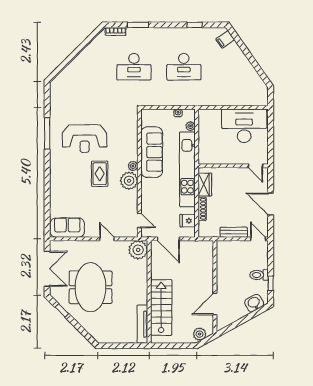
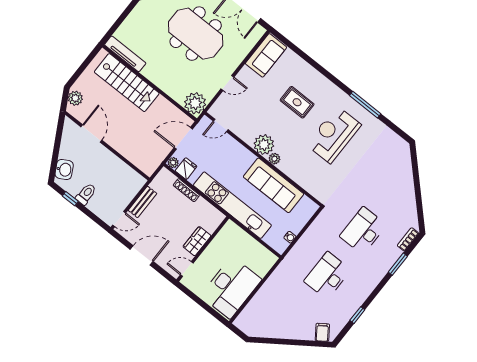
plant: (190, 126) -> (173, 163), moved
rug: (100, 174) -> (297, 102), moved
wardrobe: (205, 184) -> (197, 241), moved, turned 90

